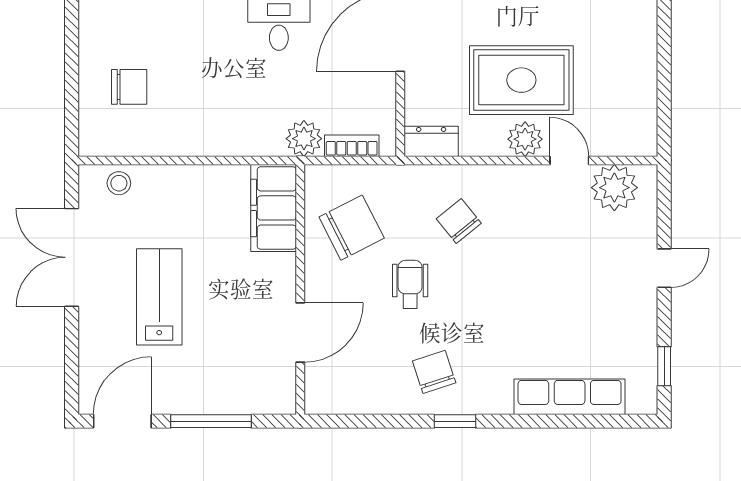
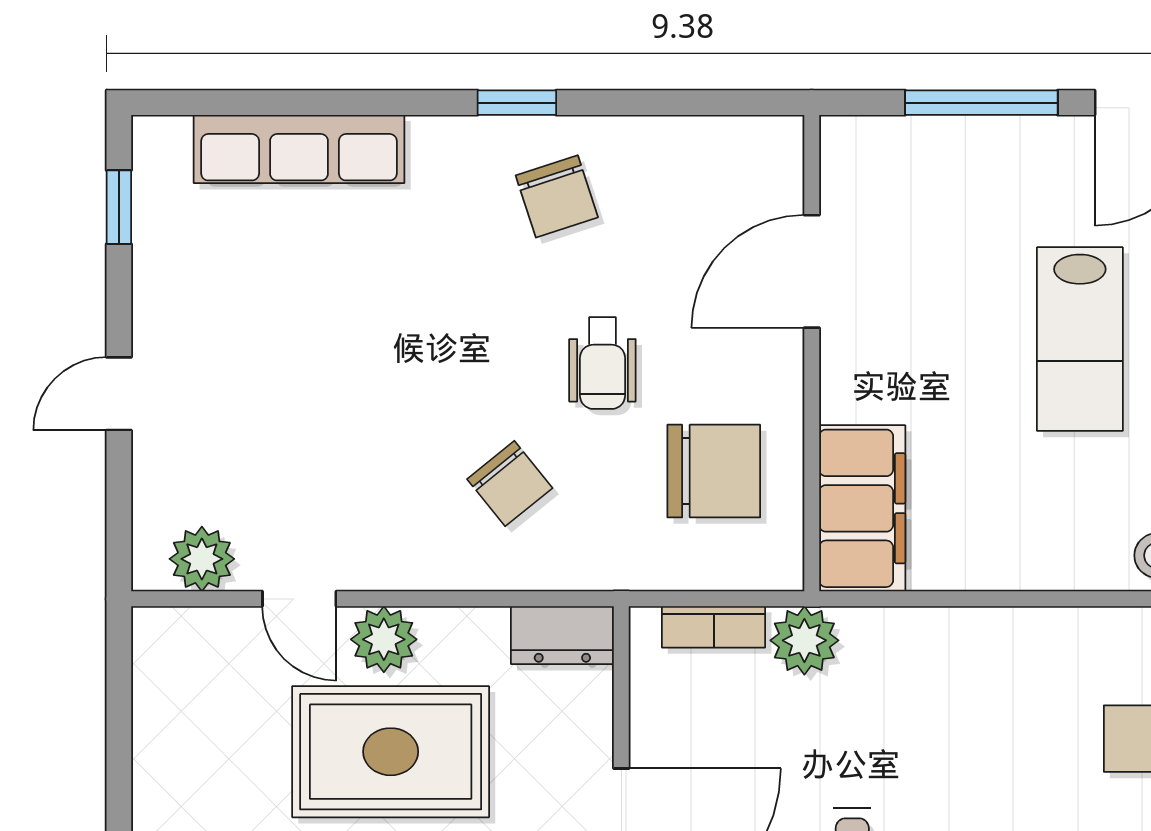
plant: (614, 188) -> (202, 559), width x0.73, depth x0.73
chair: (352, 228) -> (714, 471), turned -153

